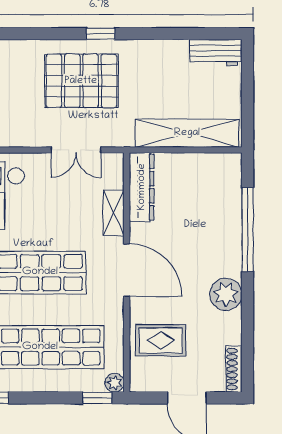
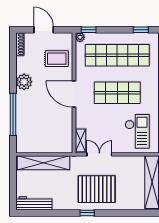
workbench: (215, 53) -> (34, 203), width x1.38
dresser: (142, 187) -> (66, 136), removed
shelving: (114, 213) -> (80, 140), moved

